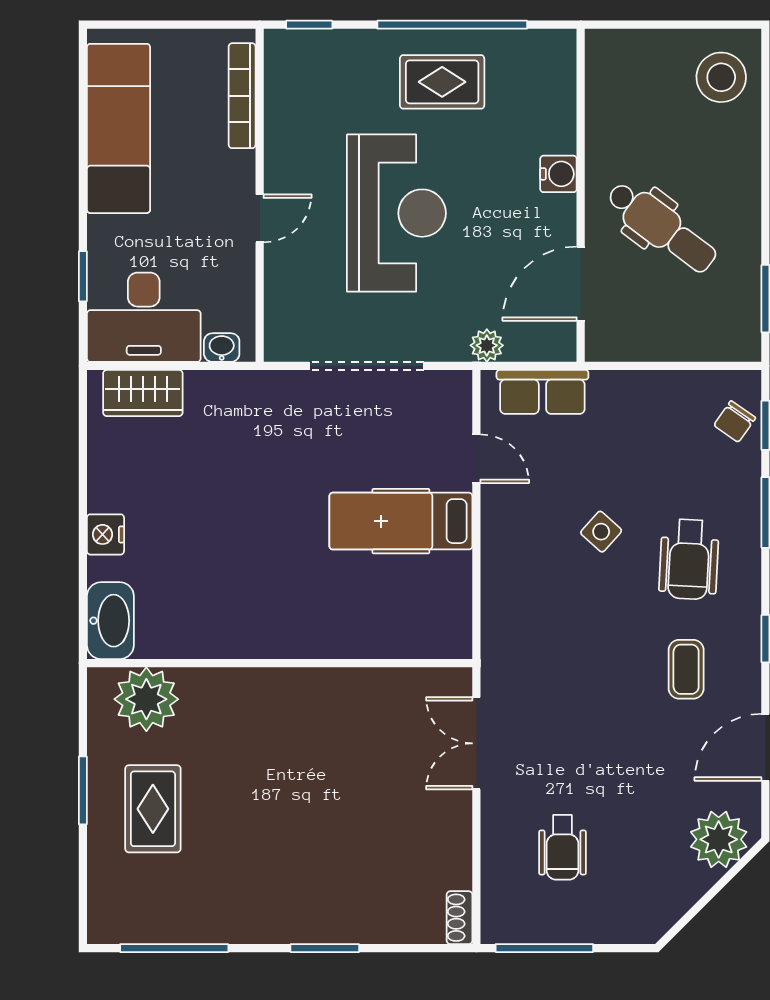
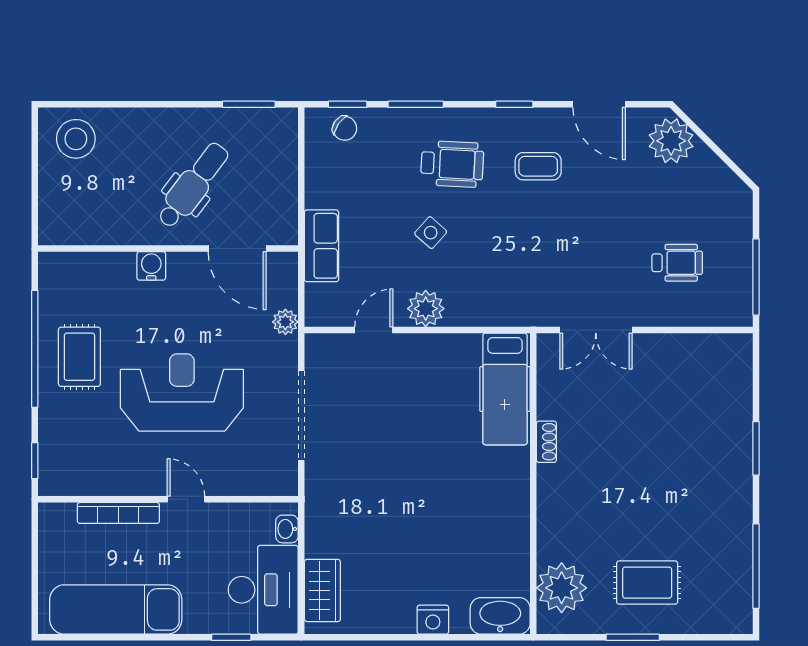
bookcase: (242, 96) -> (118, 513), moved
row of seats: (542, 392) -> (322, 246), moved
hospital bed: (401, 521) -> (505, 389), moved
plant: (504, 525) -> (426, 309), added
shoe rack: (459, 918) -> (546, 442), moved, turned -90

